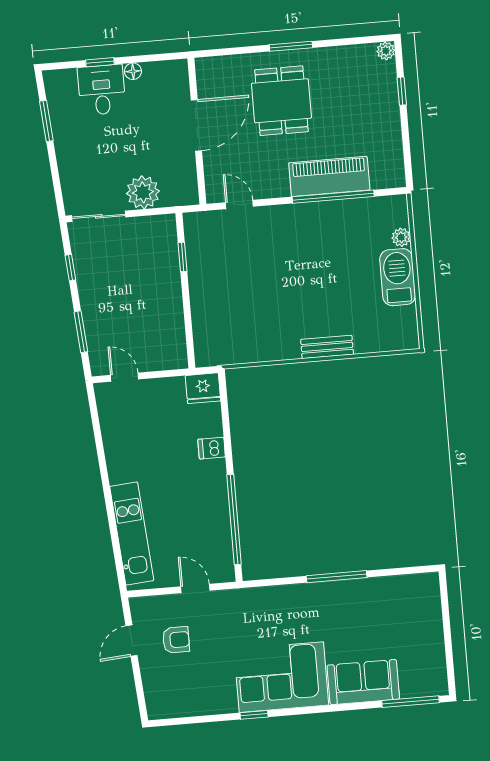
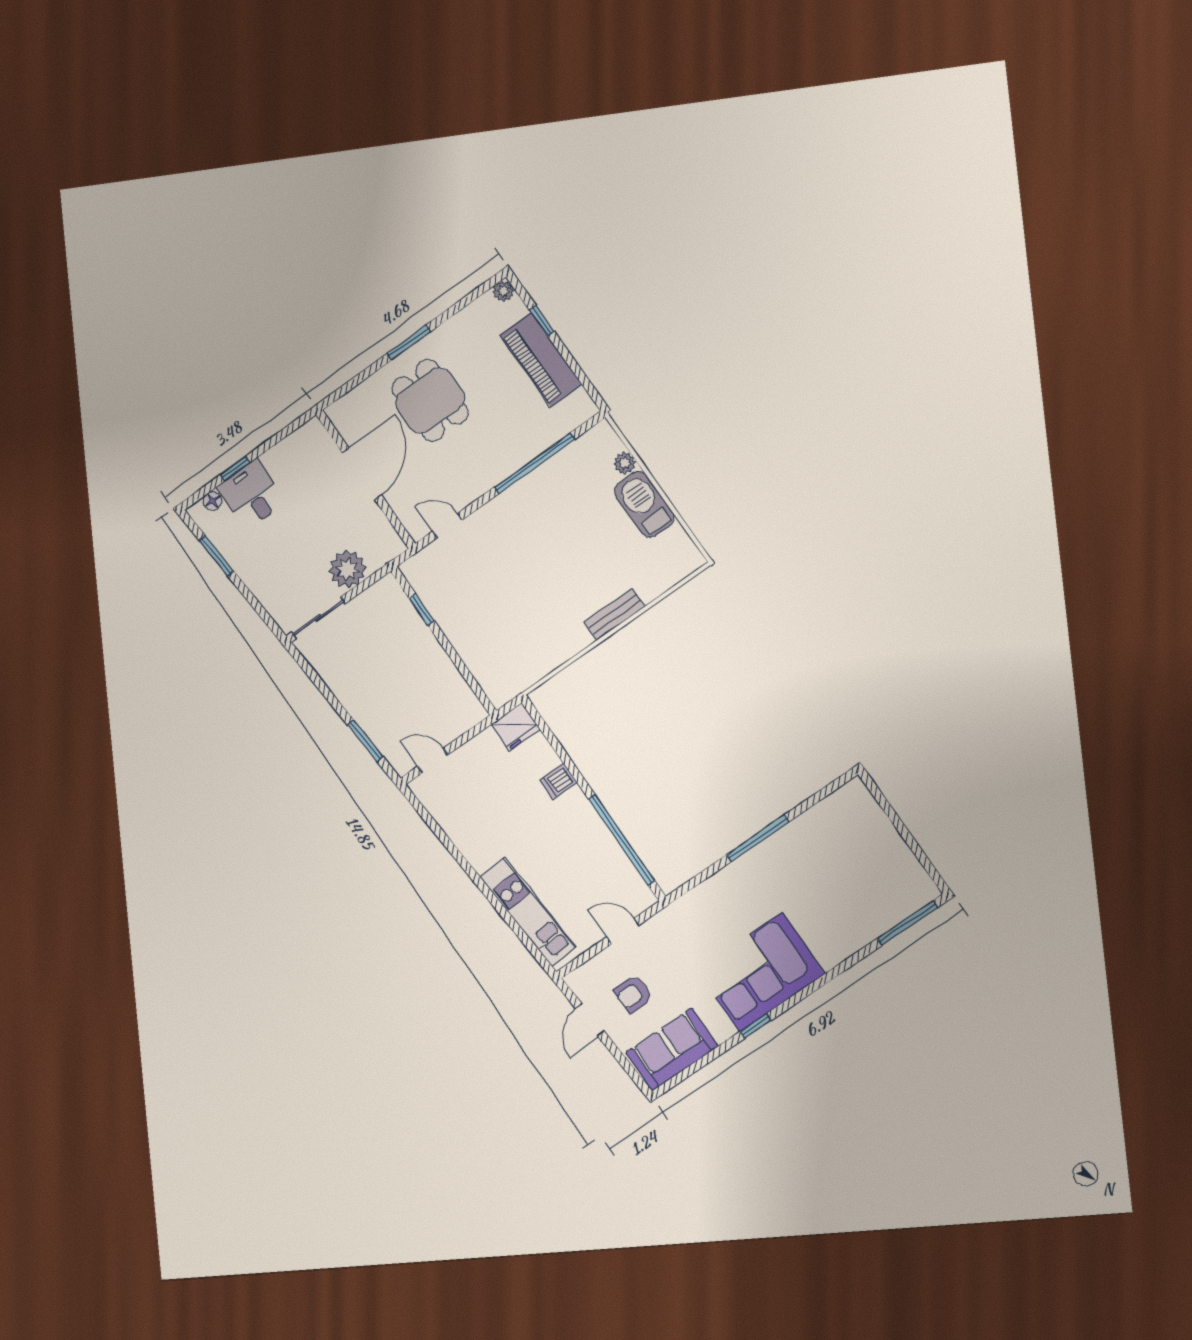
floor lamp: (133, 71) -> (212, 501), moved
piano: (329, 176) -> (541, 360), moved, turned -90
window: (70, 268) -> (319, 684), removed
armchair: (176, 640) -> (633, 994), turned 180
sofa: (363, 682) -> (672, 1049), moved

